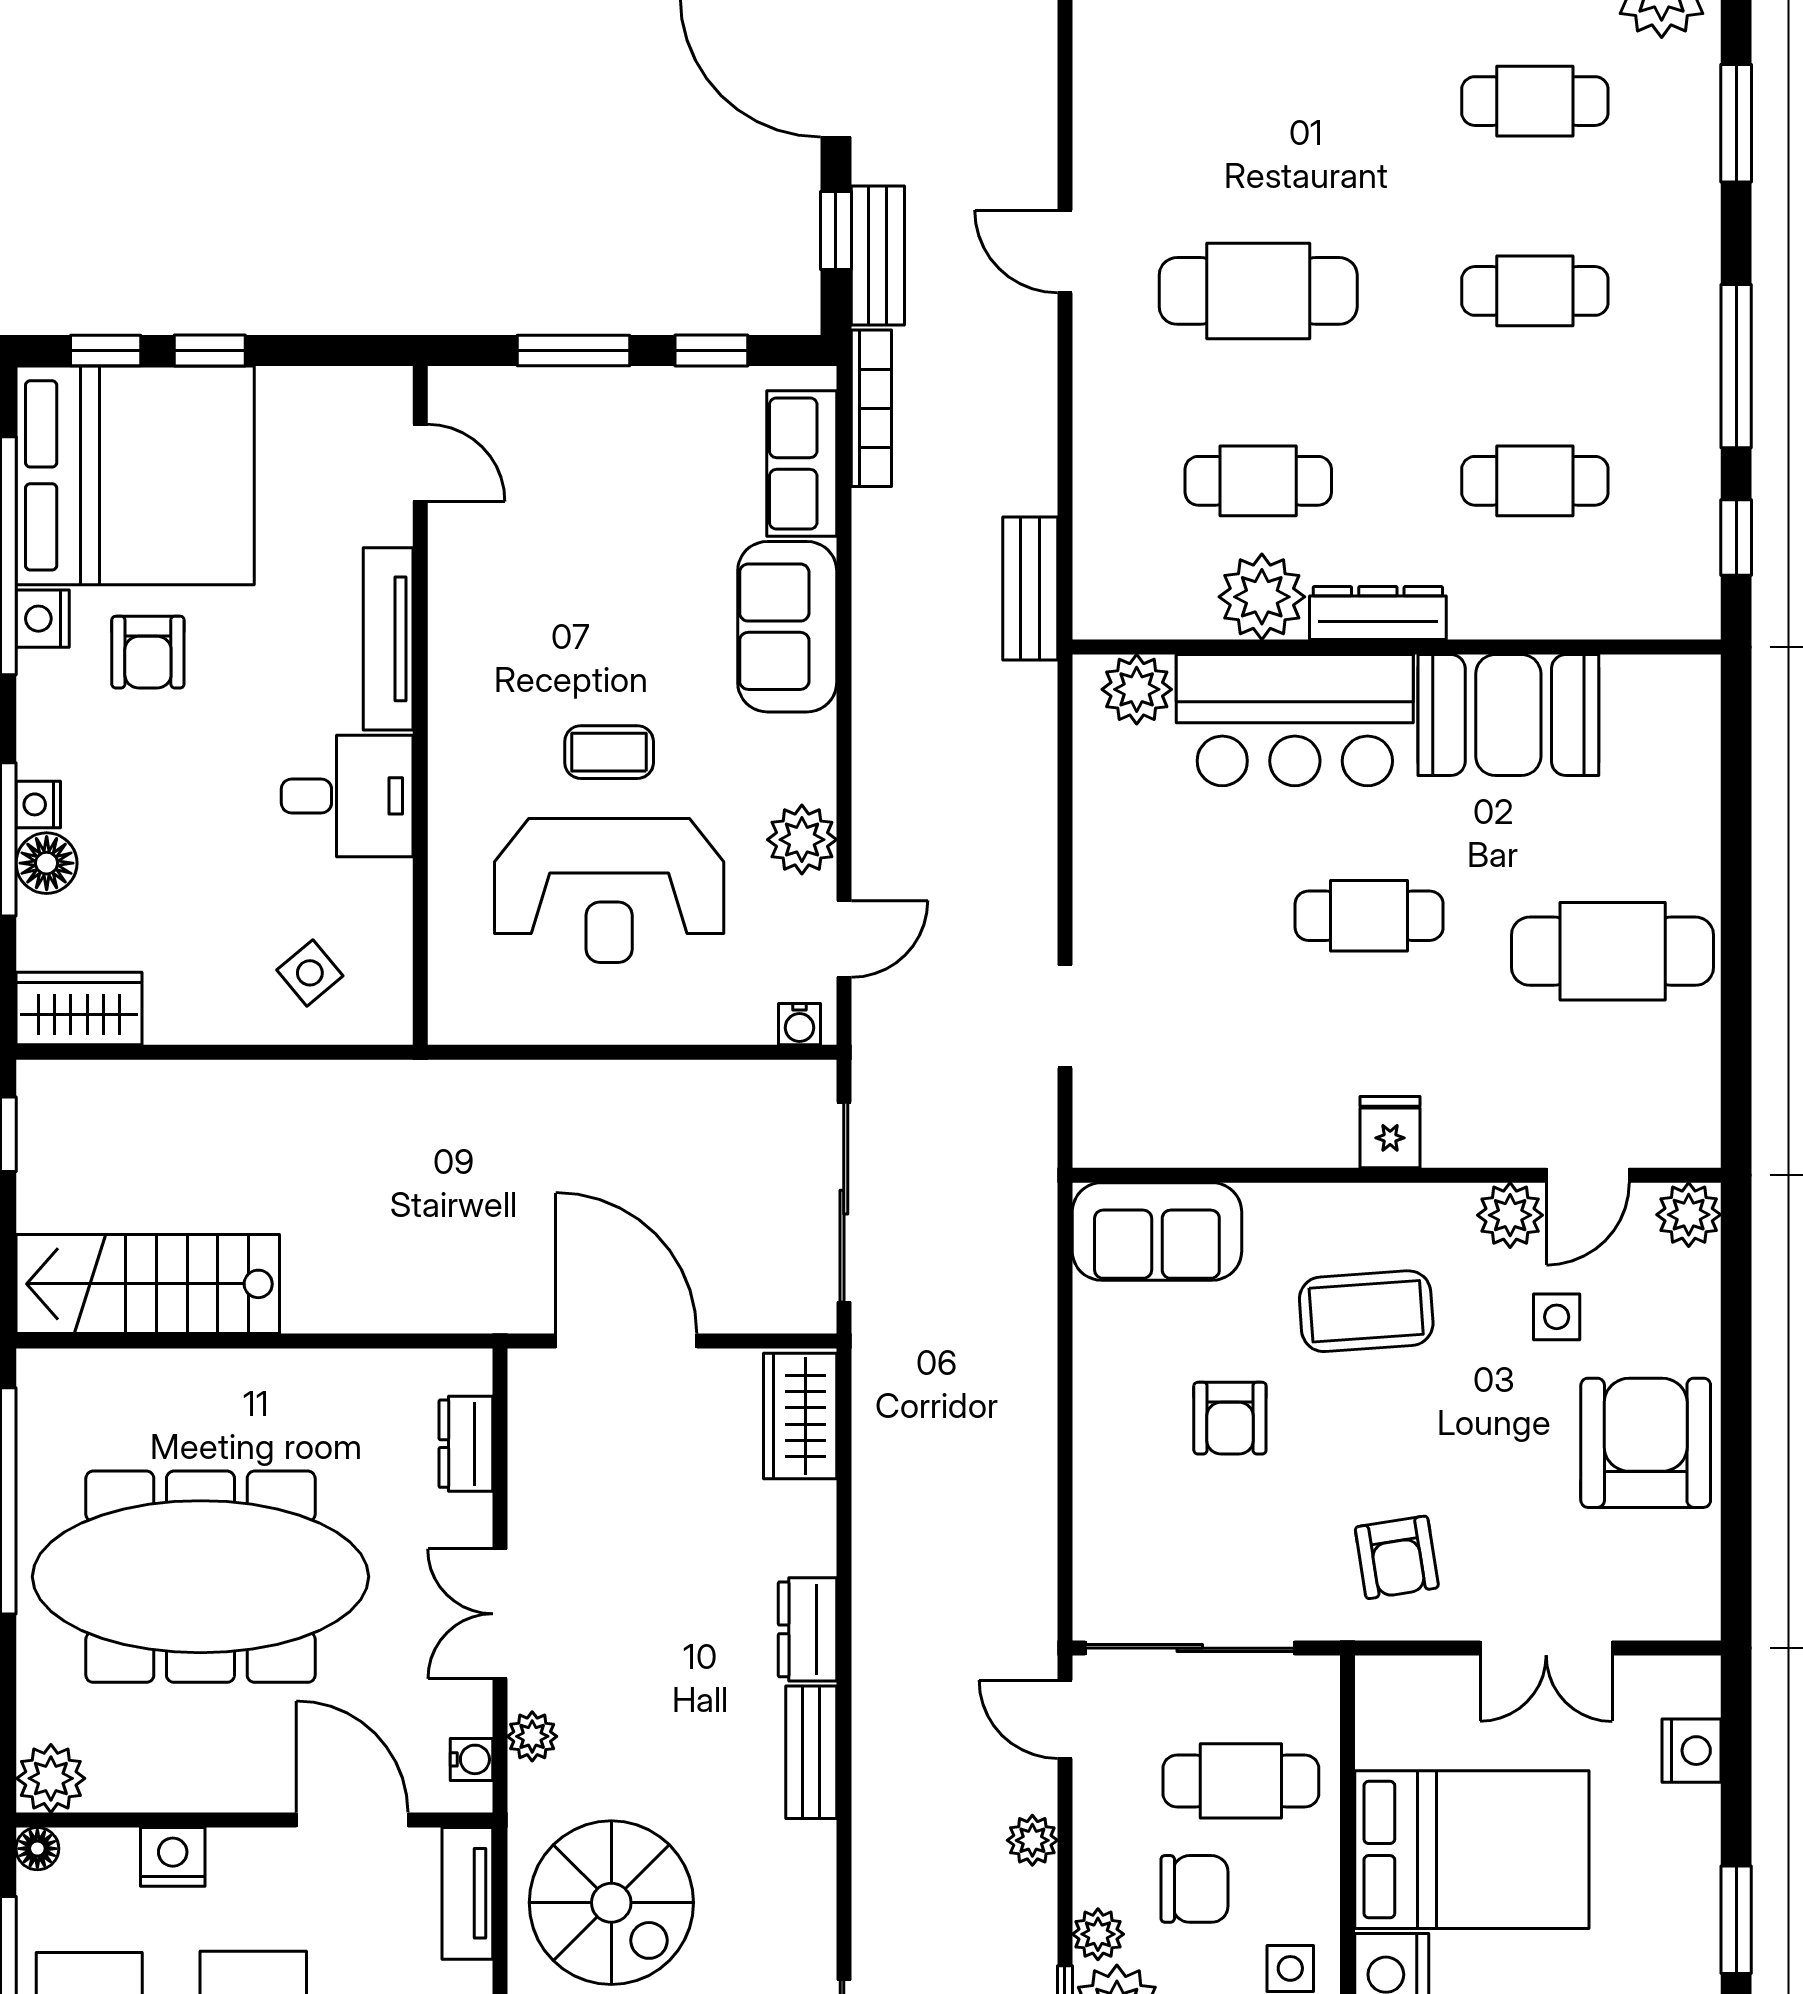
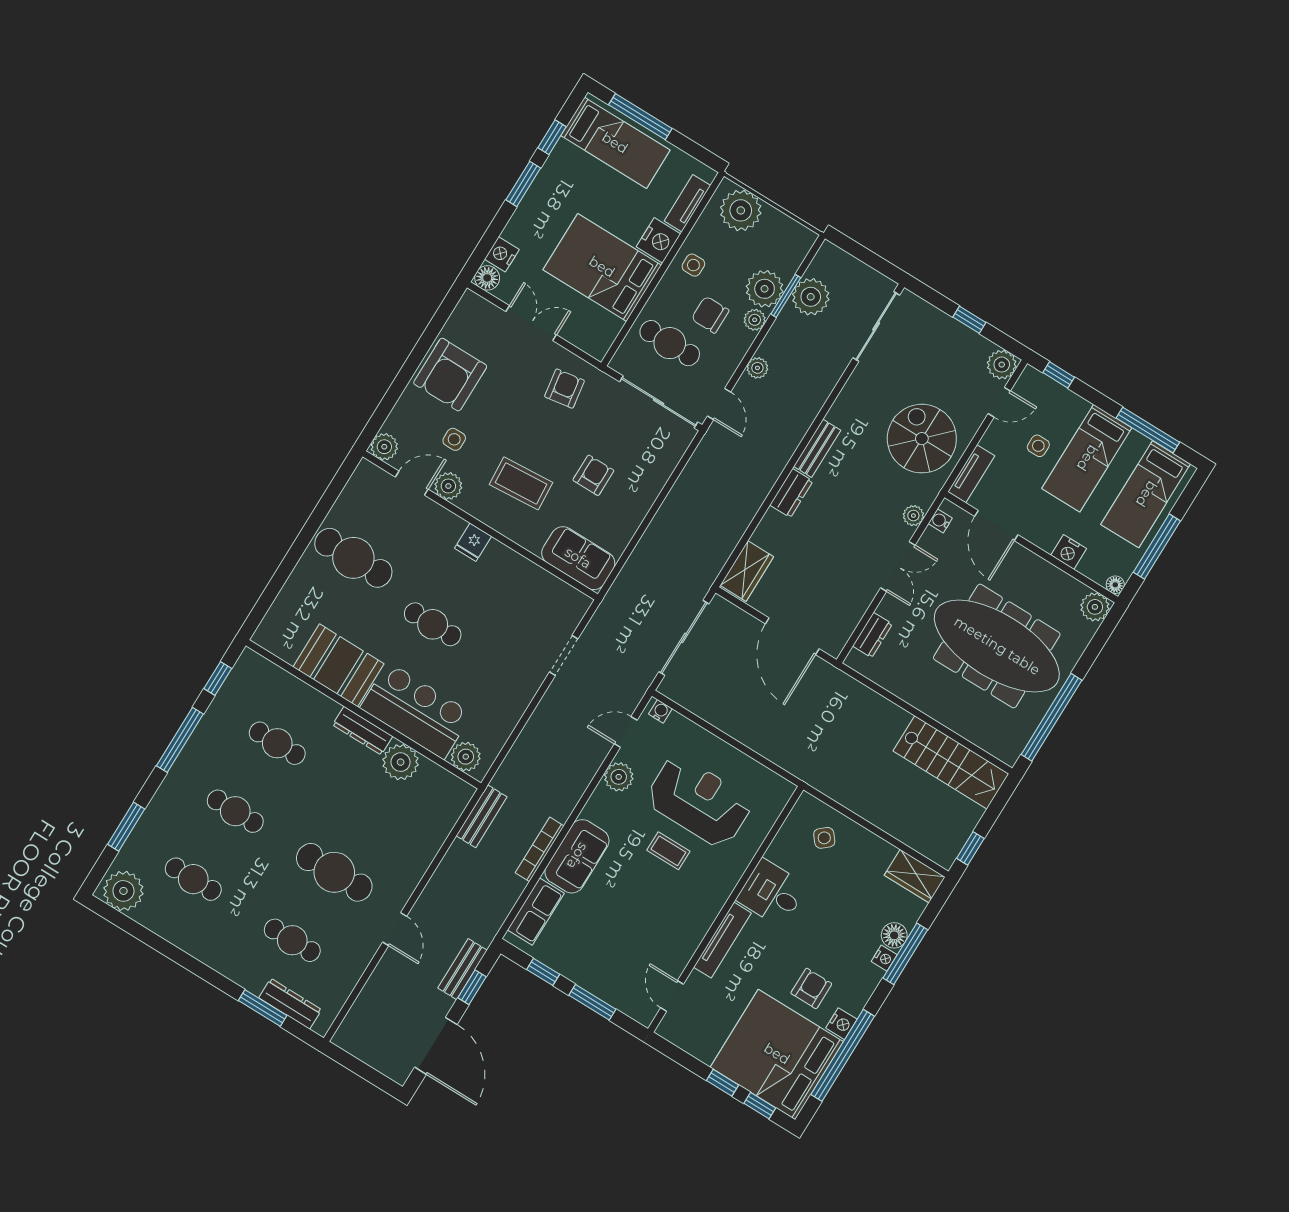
bookcase: (871, 408) -> (540, 849), moved
cafe table: (1258, 481) -> (292, 940), moved
floor lamp: (1692, 1685) -> (487, 278), added

